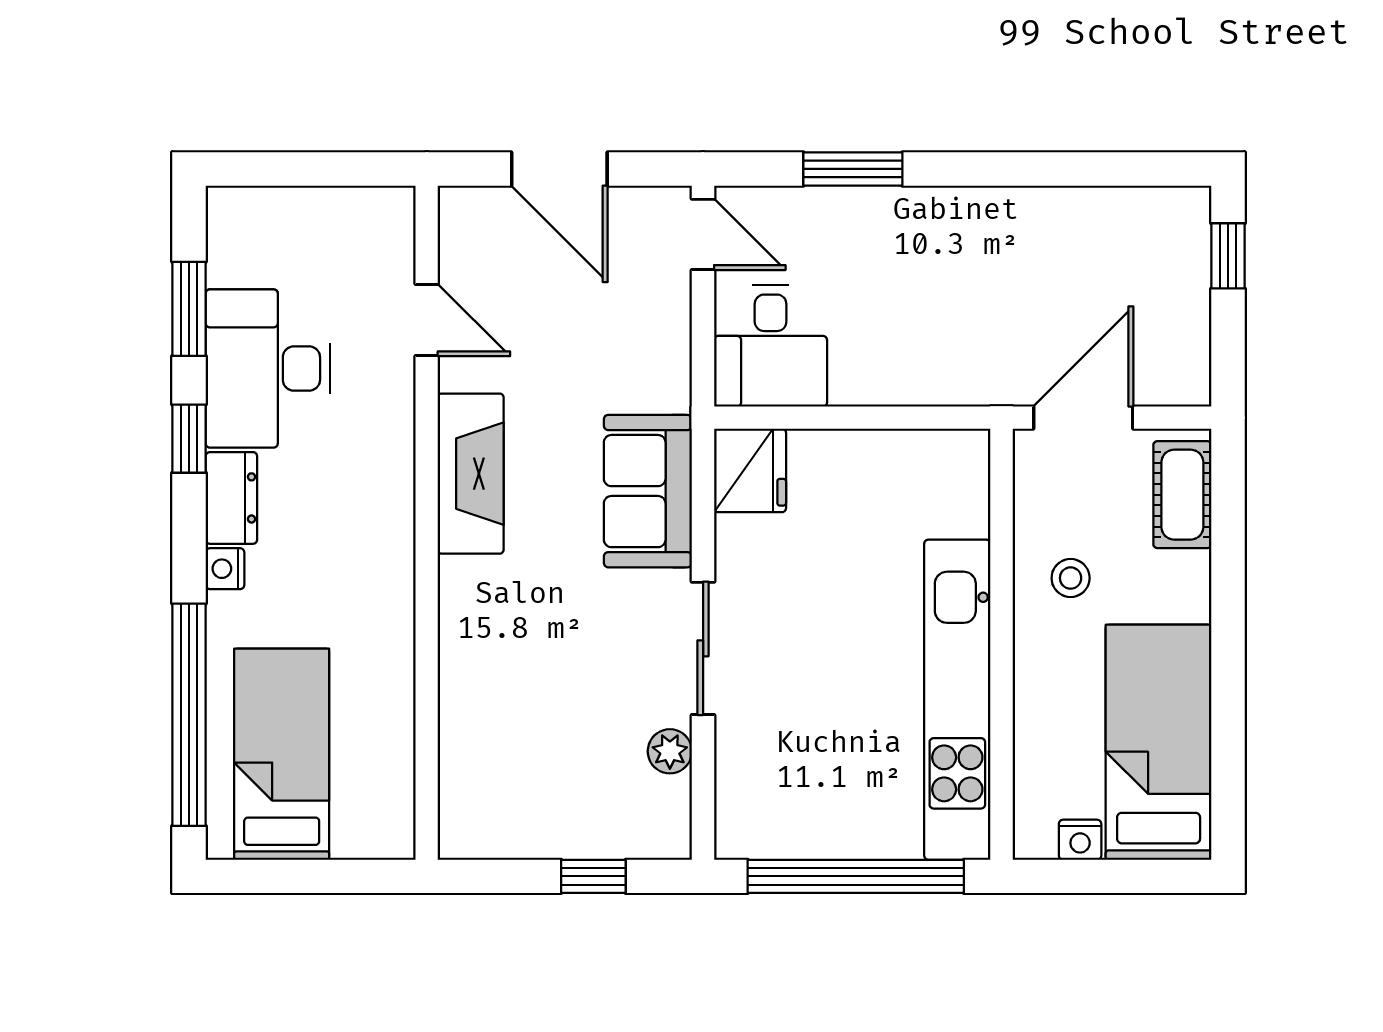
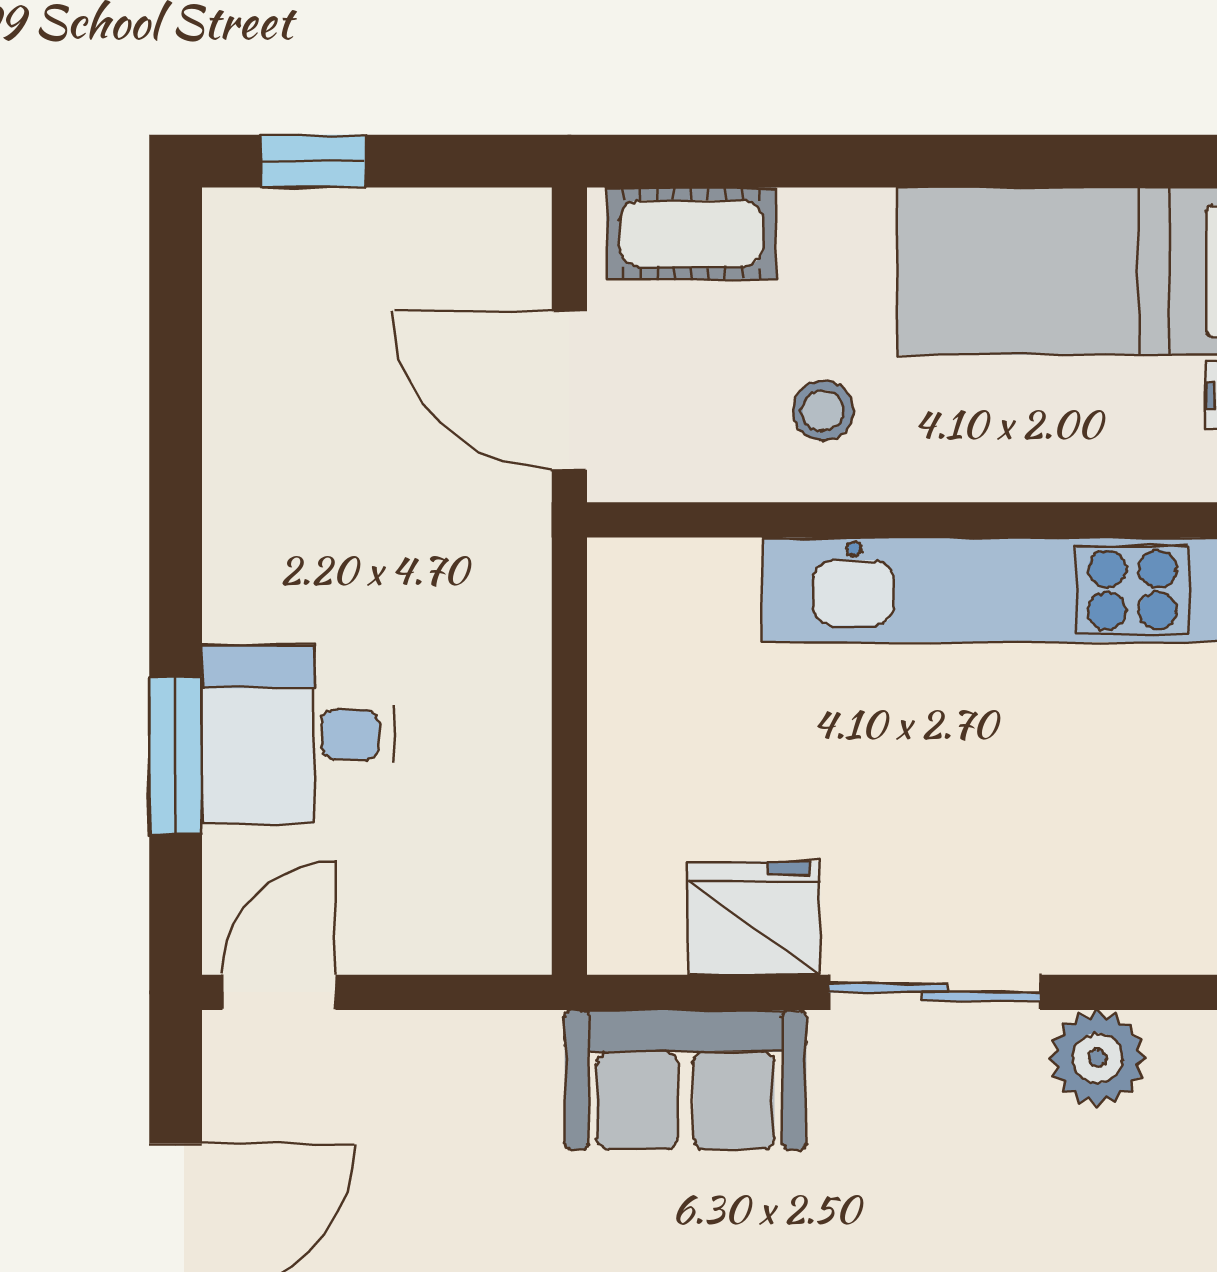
desk: (771, 346) -> (298, 734), moved, turned 180
fridge: (750, 470) -> (754, 918), moved
plant: (670, 751) -> (1097, 1058), width x1.38, depth x1.38

